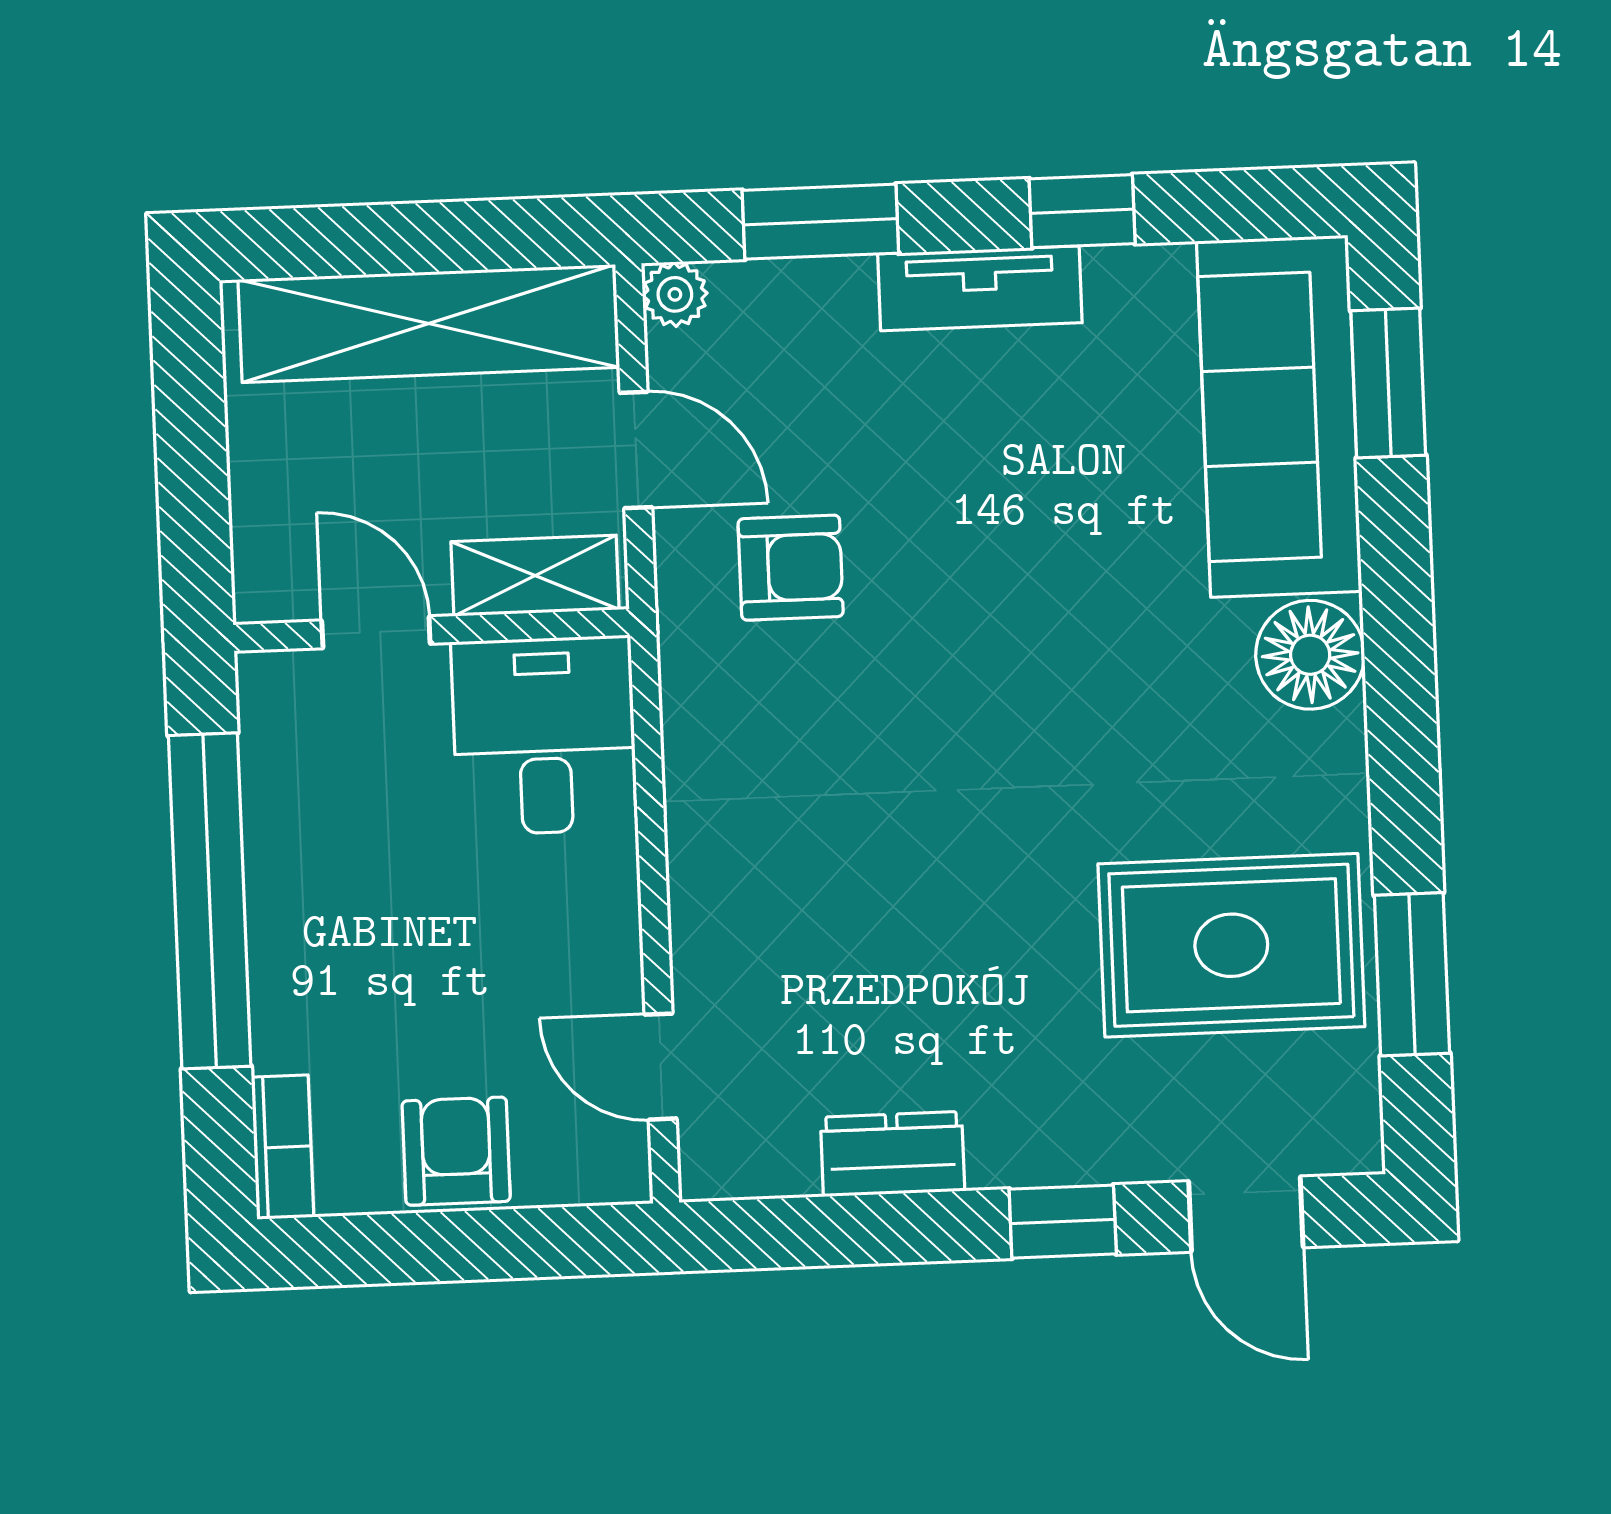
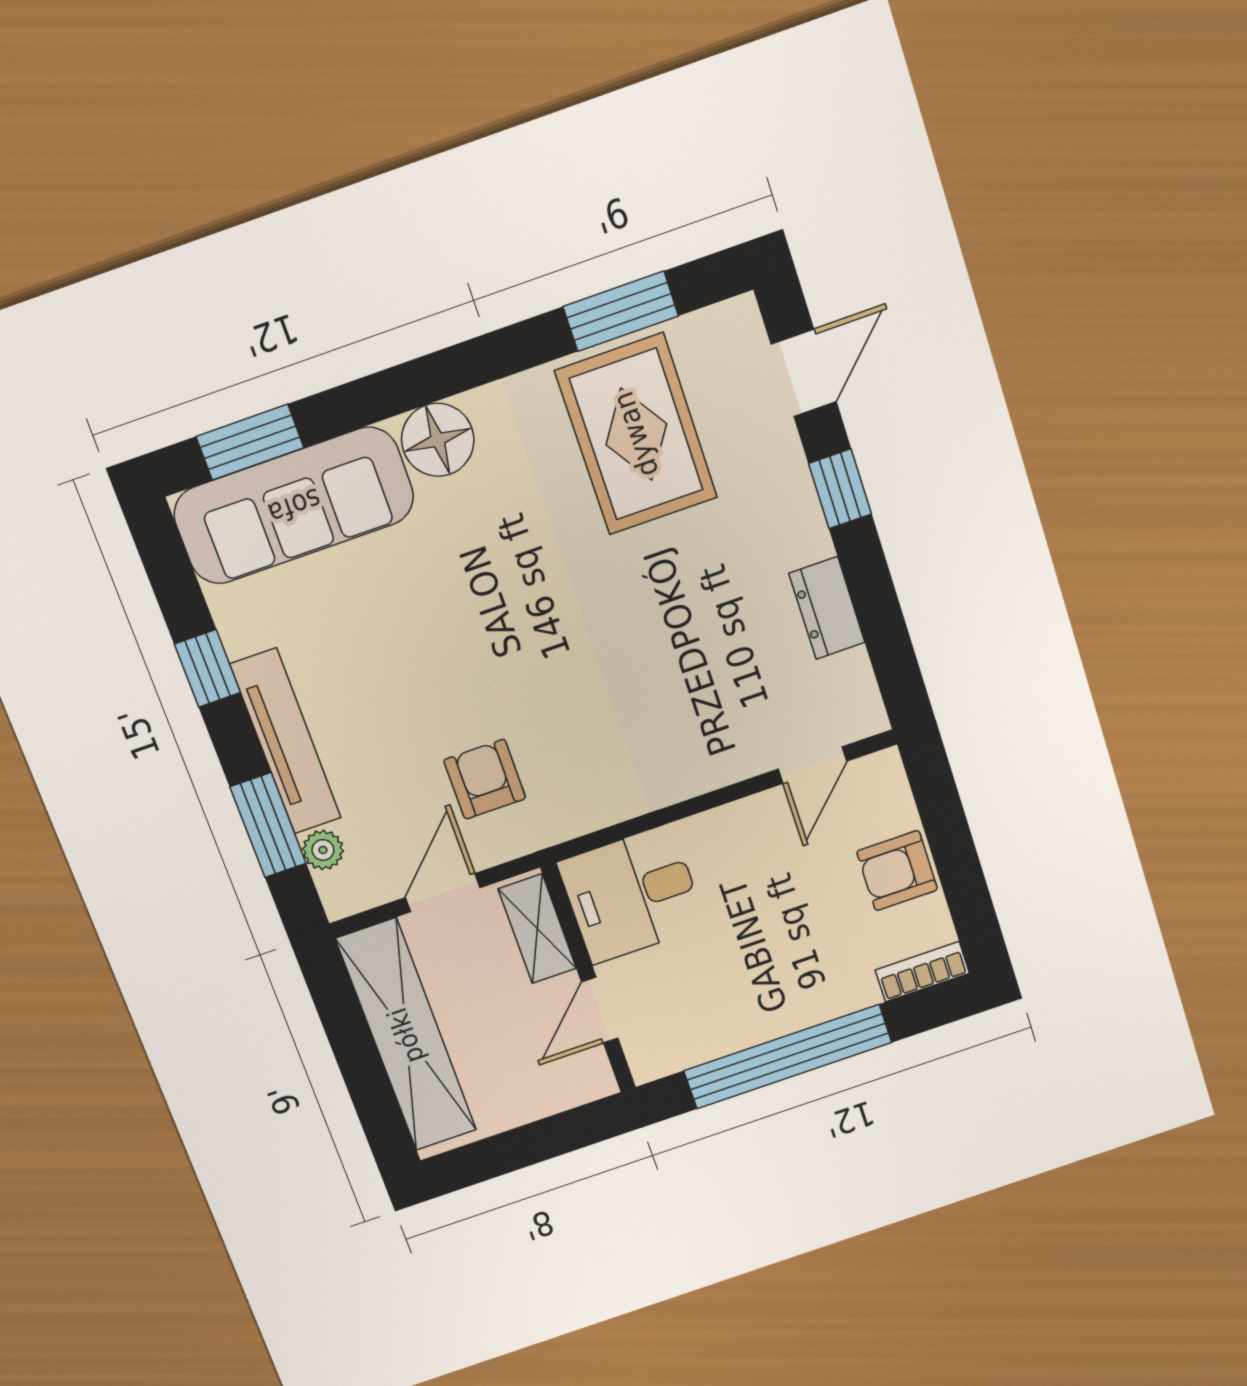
tv unit: (980, 288) -> (286, 741), width x1.41
plant: (675, 294) -> (323, 850), moved

